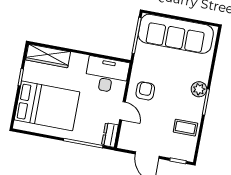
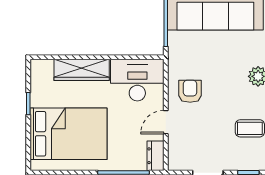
wardrobe: (48, 56) -> (82, 70), moved
door: (122, 111) -> (166, 122), swing flipped

